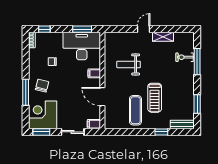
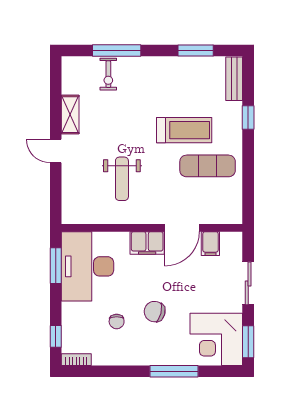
filing cabinet: (94, 73) -> (147, 243), width x2.00
chair: (42, 86) -> (155, 312), moved
filing cabinet: (94, 124) -> (210, 244), moved

